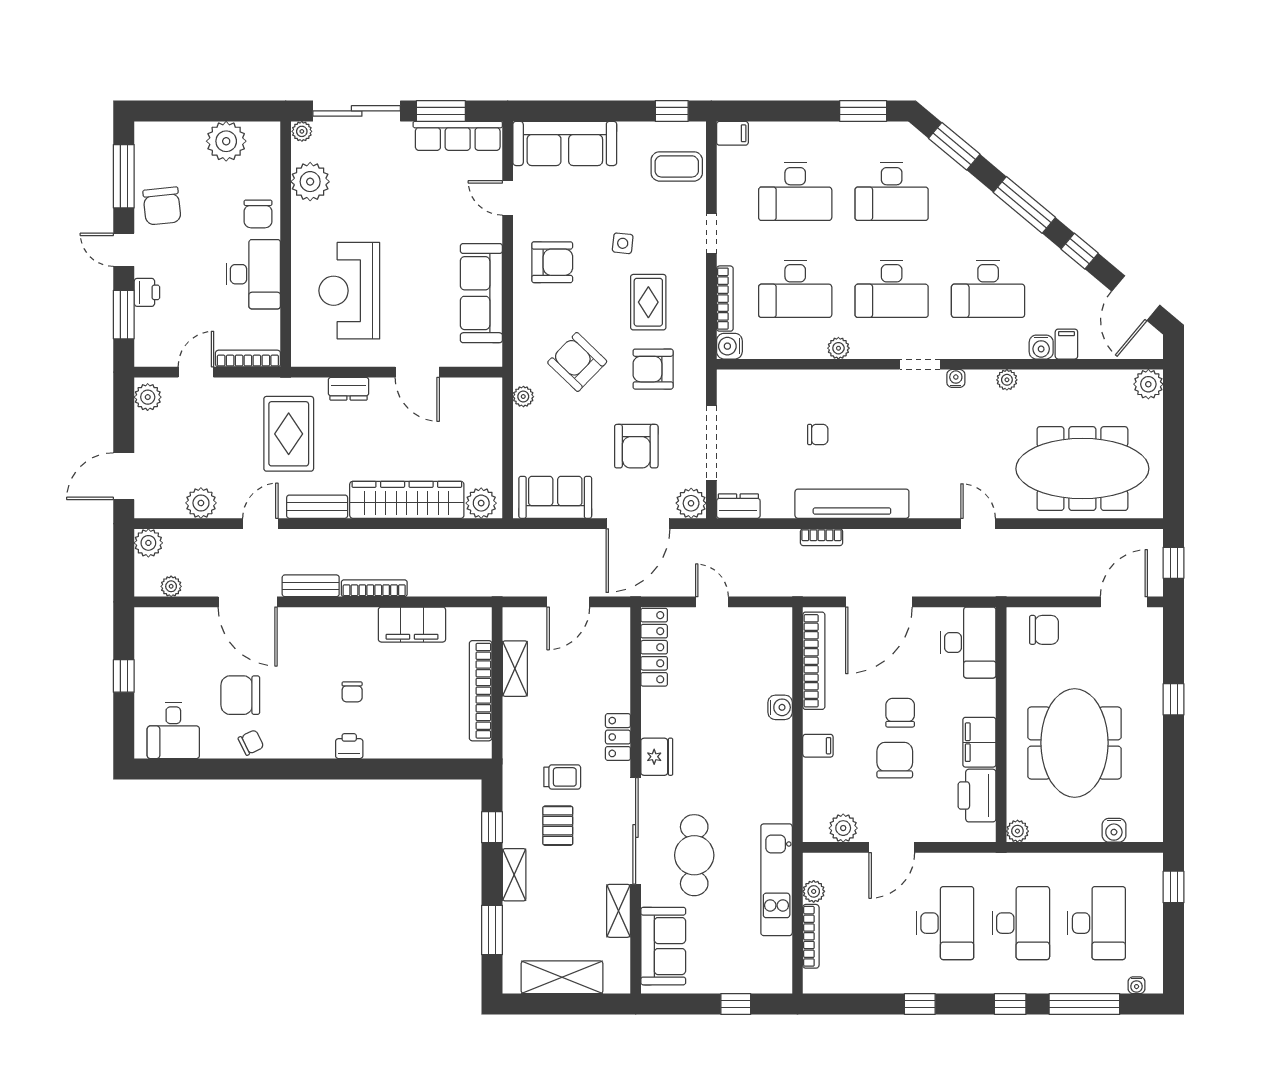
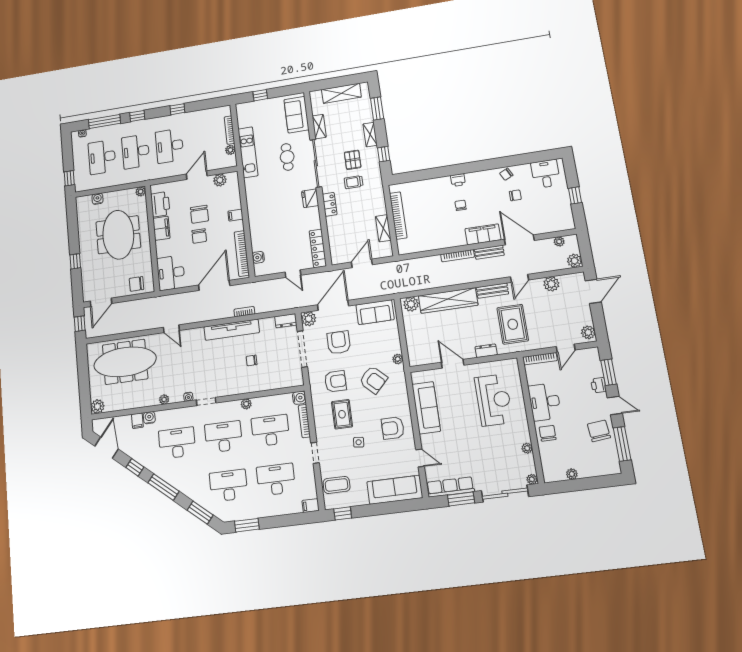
plant: (226, 141) -> (572, 474), width x0.53, depth x0.53
plant: (310, 182) -> (527, 448), width x0.53, depth x0.53
filing cabinet: (412, 625) -> (483, 234), moved
chair: (240, 695) -> (515, 195), width x0.54, depth x0.54
water cooler: (780, 707) -> (258, 257), moved
cafe table: (694, 855) -> (287, 157), width x0.73, depth x0.74

